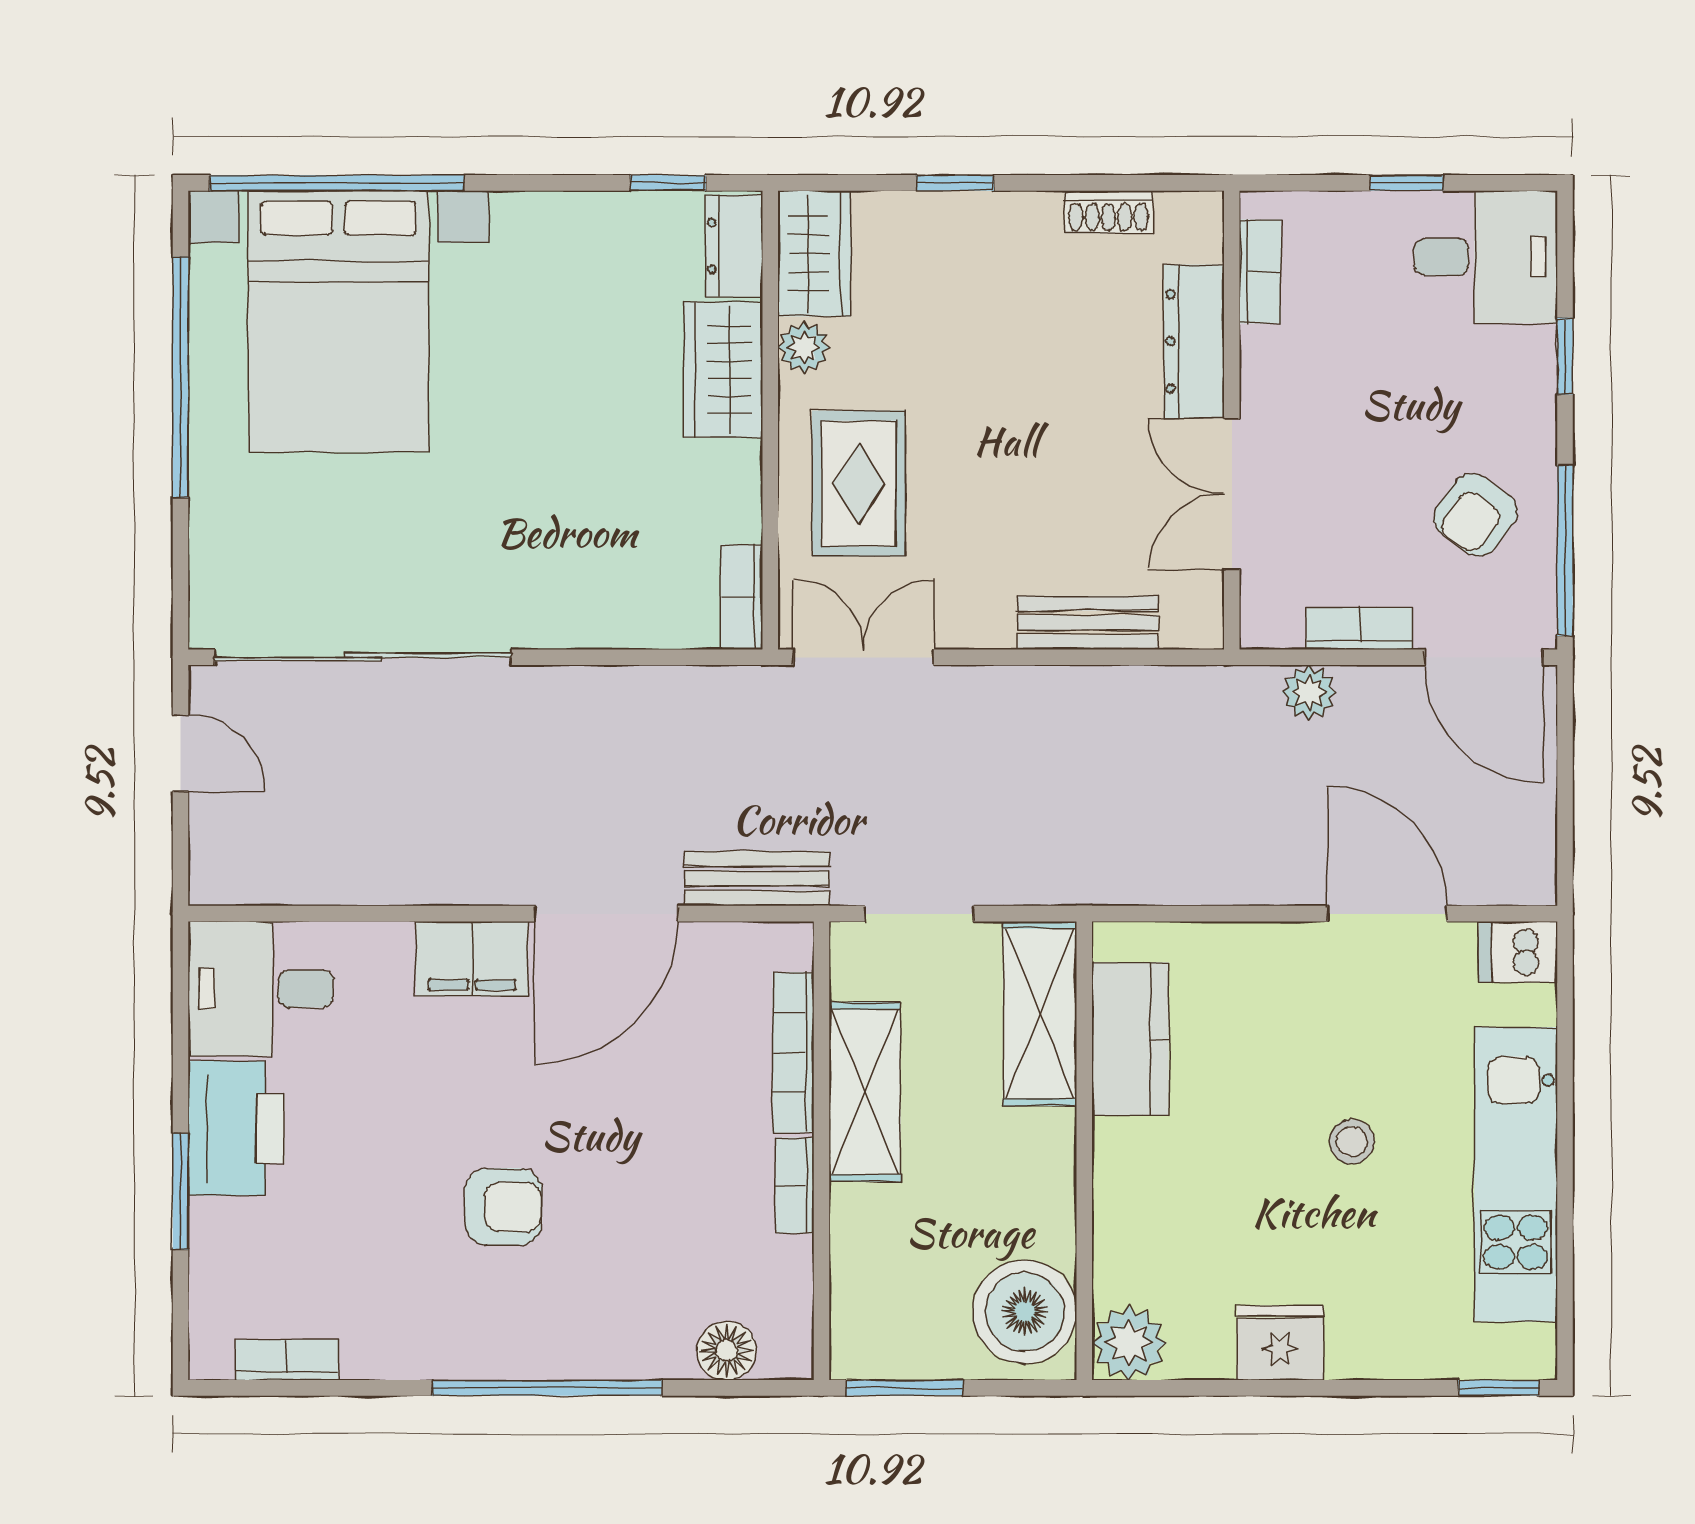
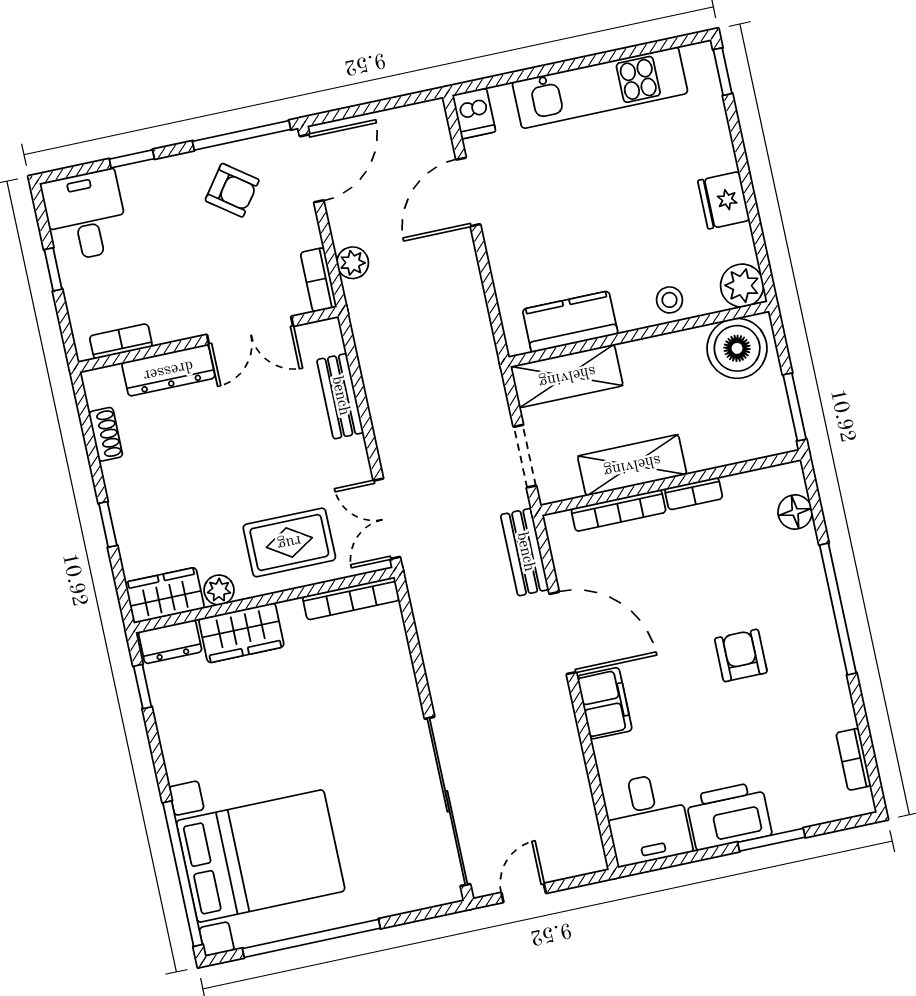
bookcase: (742, 597) -> (351, 598), width x1.56
bookcase: (1359, 628) -> (319, 280), moved
stool: (1352, 1142) -> (669, 300), moved

